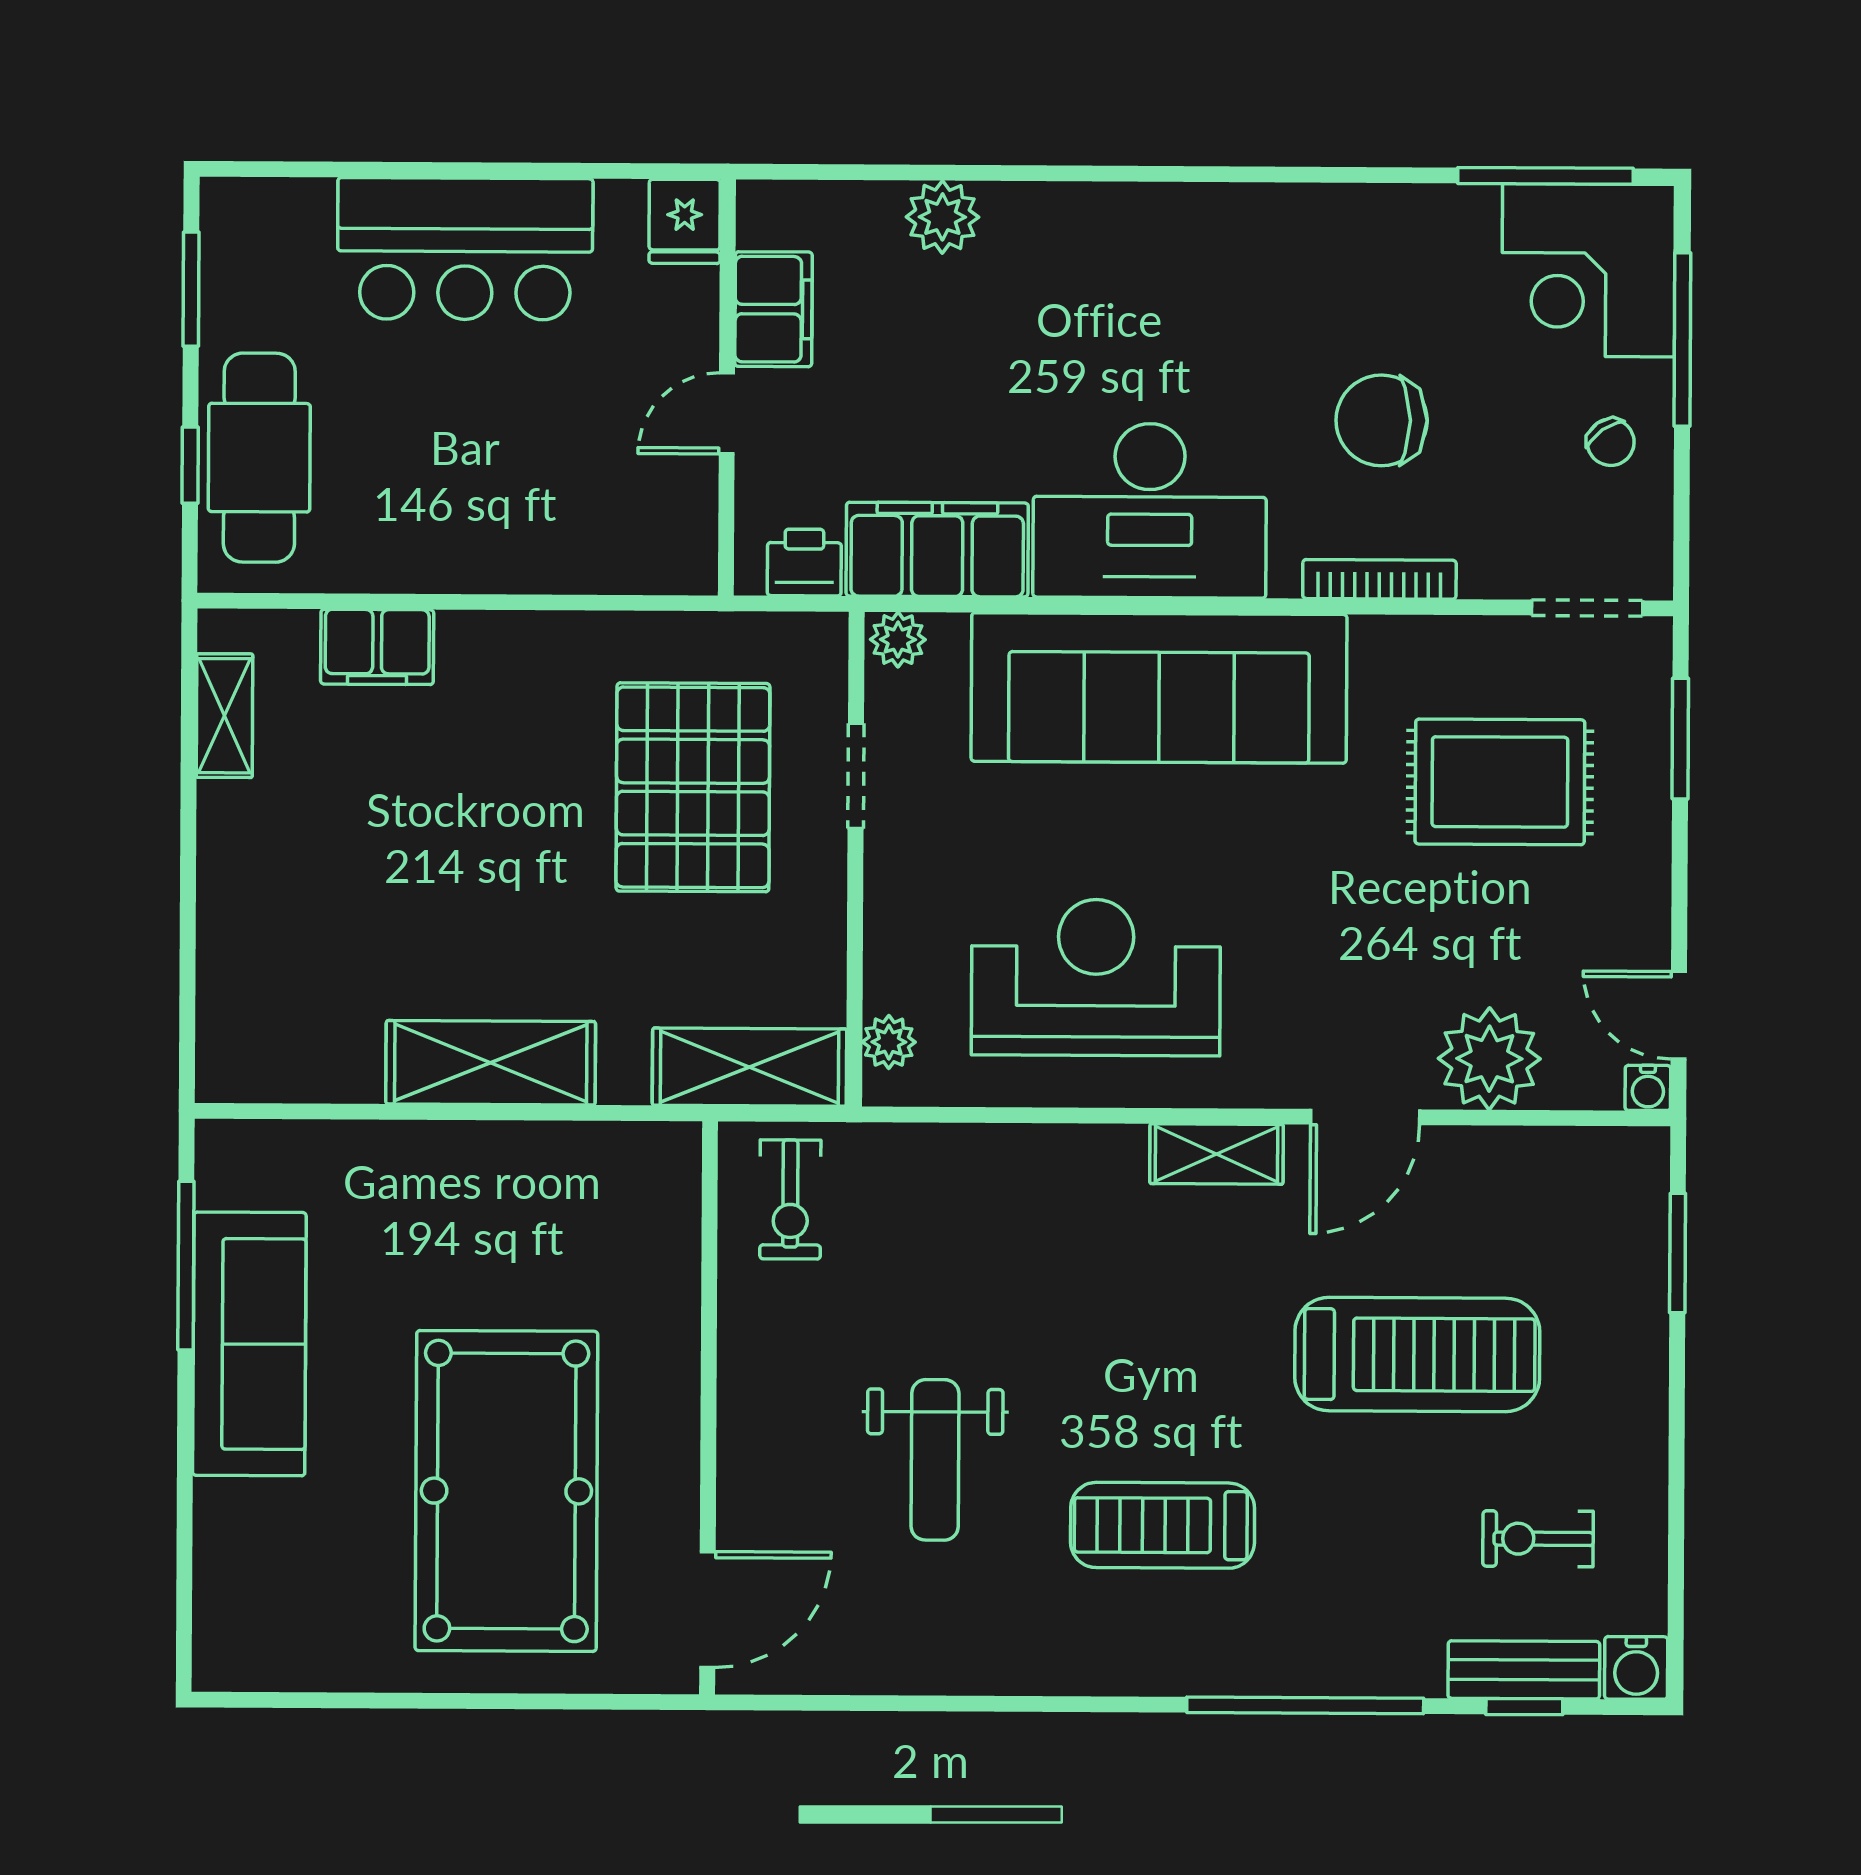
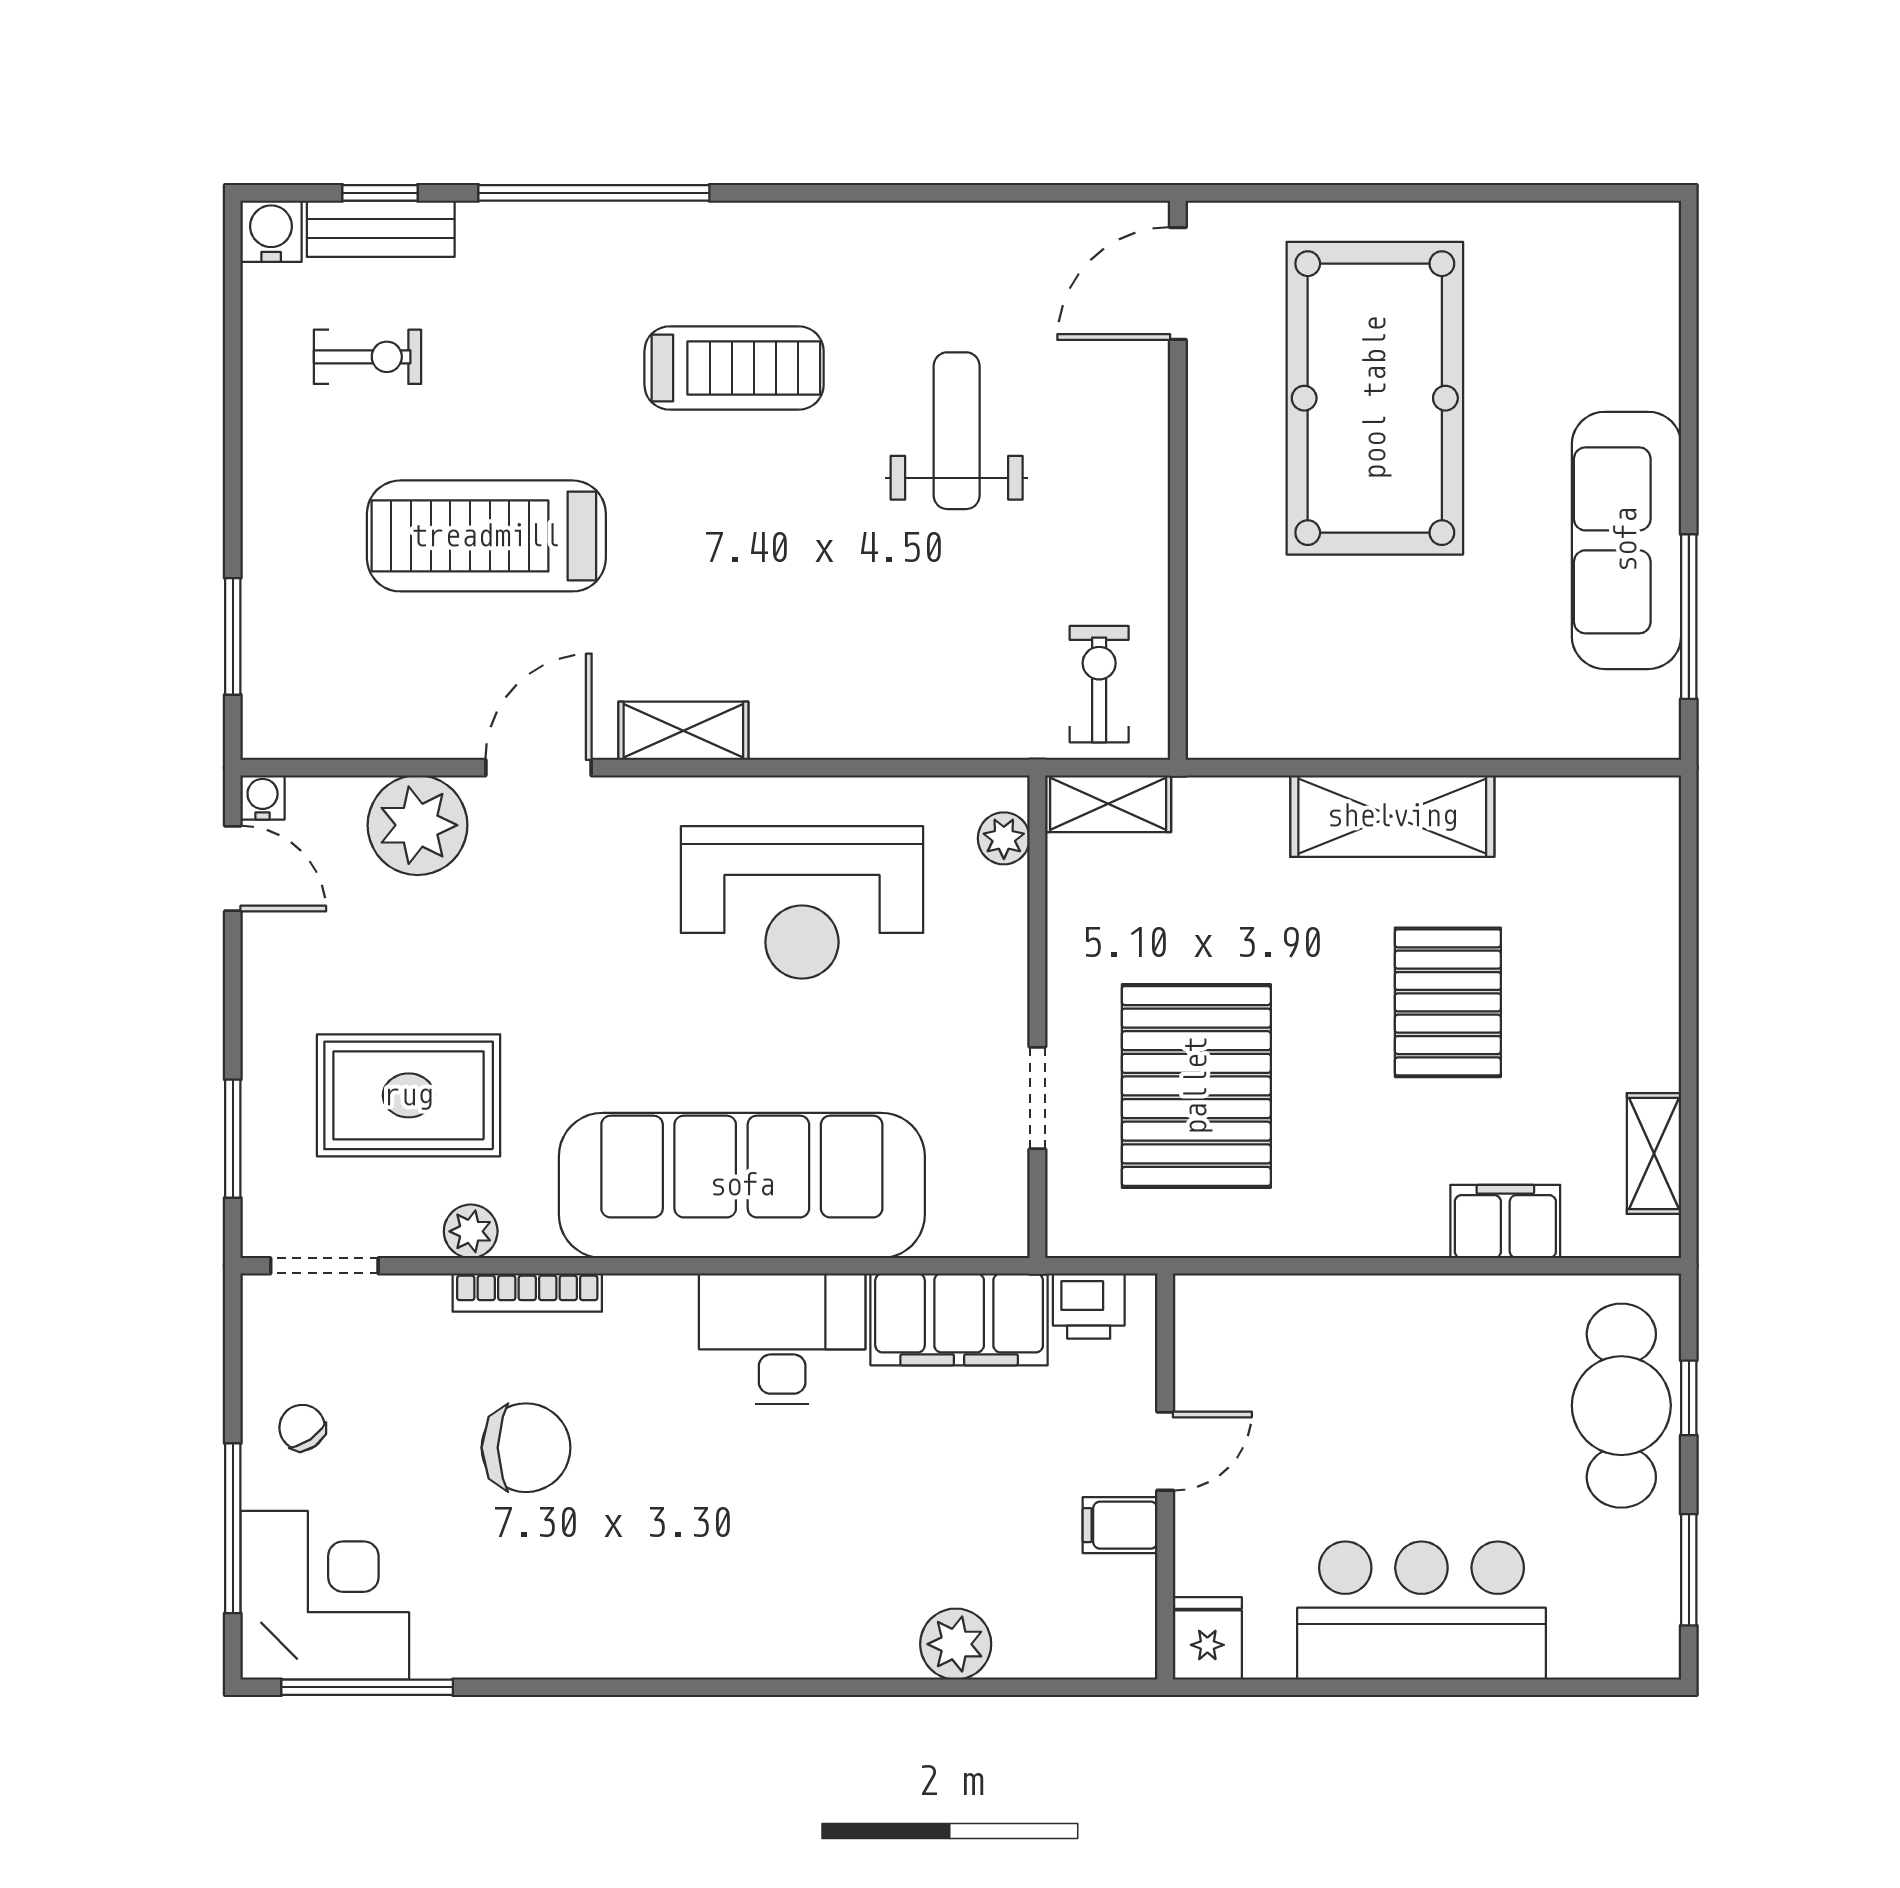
filing cabinet: (774, 309) -> (1120, 1525), width x0.50
desk: (1150, 511) -> (782, 1339), width x0.73, depth x0.77
plant: (898, 640) -> (471, 1231), moved
pallet: (435, 872) -> (1448, 1002), added
shelving: (749, 1067) -> (1108, 804), width x0.67, depth x0.75

